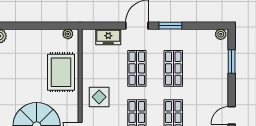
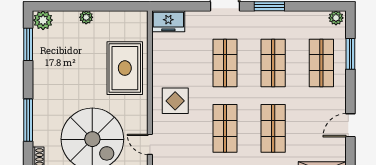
plant: (68, 34) -> (86, 17), moved
freezer: (108, 37) -> (168, 21), moved
shop shelf: (210, 68) -> (321, 63), added

